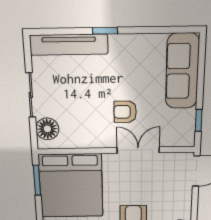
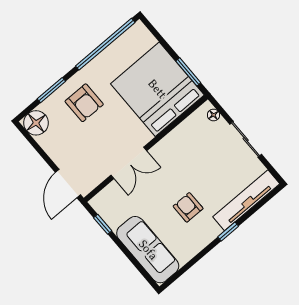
armchair: (125, 112) -> (188, 207), moved, turned -90
floor lamp: (47, 129) -> (214, 115), width x0.53, depth x0.53

